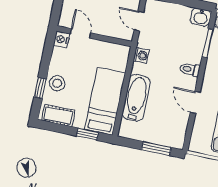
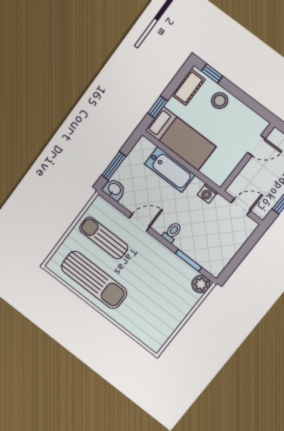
washbasin: (201, 17) -> (114, 189), moved, turned 90
nightstand: (61, 39) -> (260, 124), removed
window: (40, 88) -> (212, 73), moved

